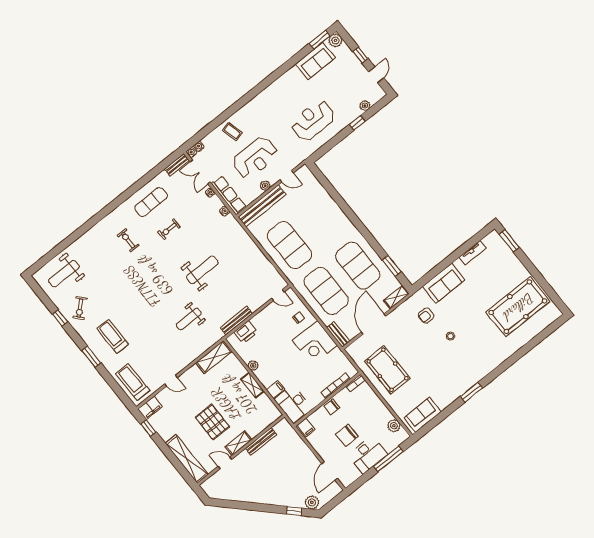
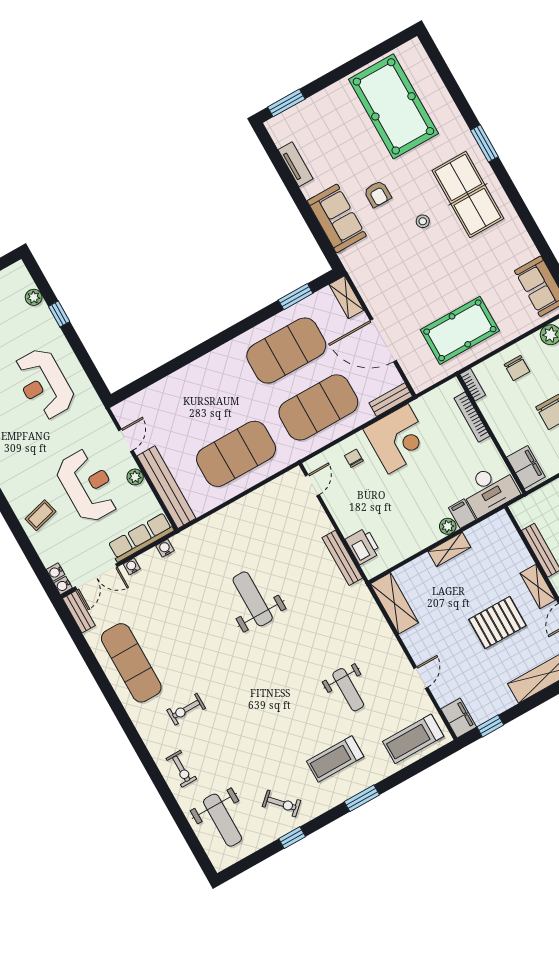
exercise mat: (151, 202) -> (131, 663), width x1.36, depth x1.45
exercise bike: (169, 229) -> (181, 769), moved
armchair: (426, 316) -> (378, 194), moved
weight bench: (189, 319) -> (348, 690), moved
table tennis table: (471, 361) -> (468, 194), added
plant: (253, 366) -> (448, 526), moved
window: (471, 392) -> (484, 143), moved
chair: (332, 407) -> (517, 368), moved
filing cabinet: (306, 427) -> (526, 467), width x2.00

